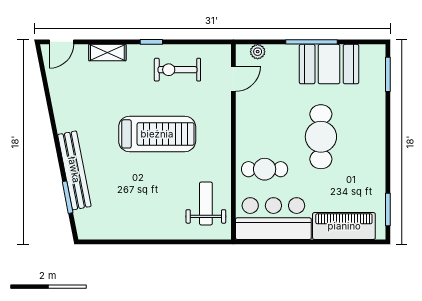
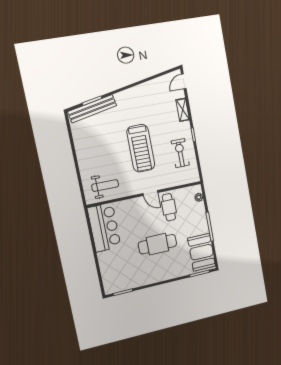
door: (62, 42) -> (184, 81), hinge flipped
booth: (329, 64) -> (202, 252), moved
door: (233, 79) -> (150, 193), moved
cafe table: (265, 169) -> (169, 207), moved
bench: (74, 170) -> (92, 109), moved
piano: (344, 226) -> (108, 269), removed

